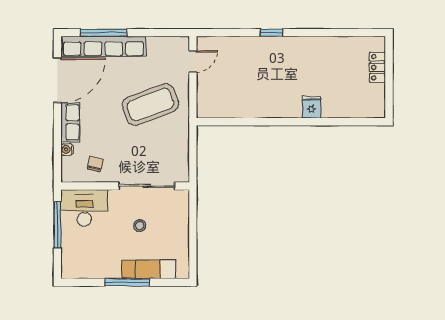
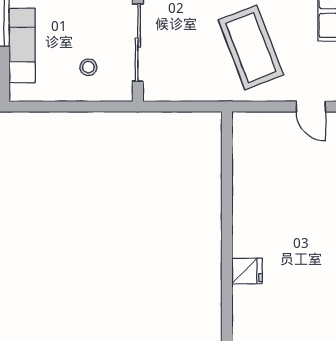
stool: (140, 226) -> (88, 67), moved

